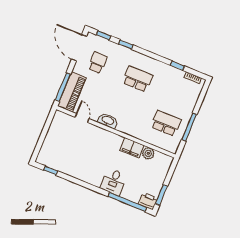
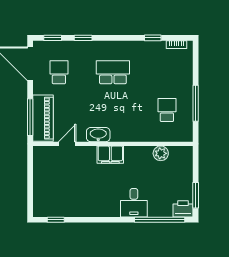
door: (82, 118) -> (67, 144), hinge flipped
school desk: (166, 123) -> (167, 110), width x0.54
filing cabinet: (132, 148) -> (110, 155), moved

